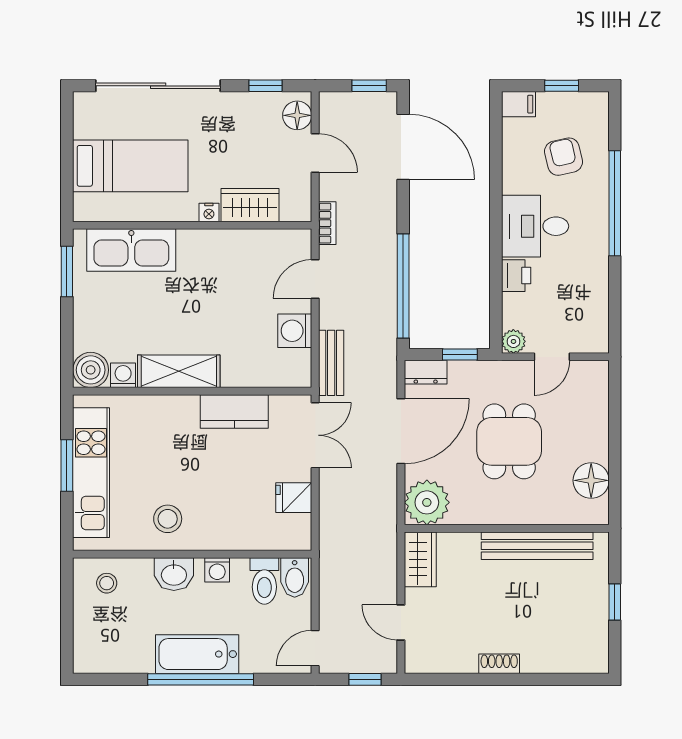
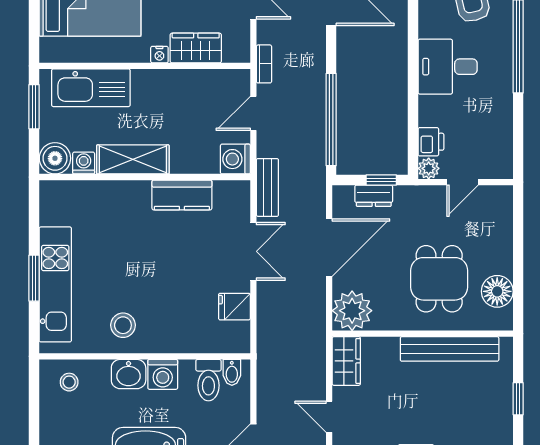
printer: (516, 276) -> (431, 142), moved
boiler: (91, 370) -> (55, 158), moved
shelving: (179, 371) -> (133, 159), moved
dresser: (426, 372) -> (374, 196), moved
washing machine: (123, 375) -> (84, 163), moved
wall: (192, 391) -> (145, 177), moved
kitchen counter: (234, 411) -> (182, 195), moved
dining table: (509, 441) -> (439, 279), moved
washing machine: (217, 570) -> (163, 374), width x1.38, depth x1.38
bidet: (295, 577) -> (232, 372), width x0.72, depth x0.74

